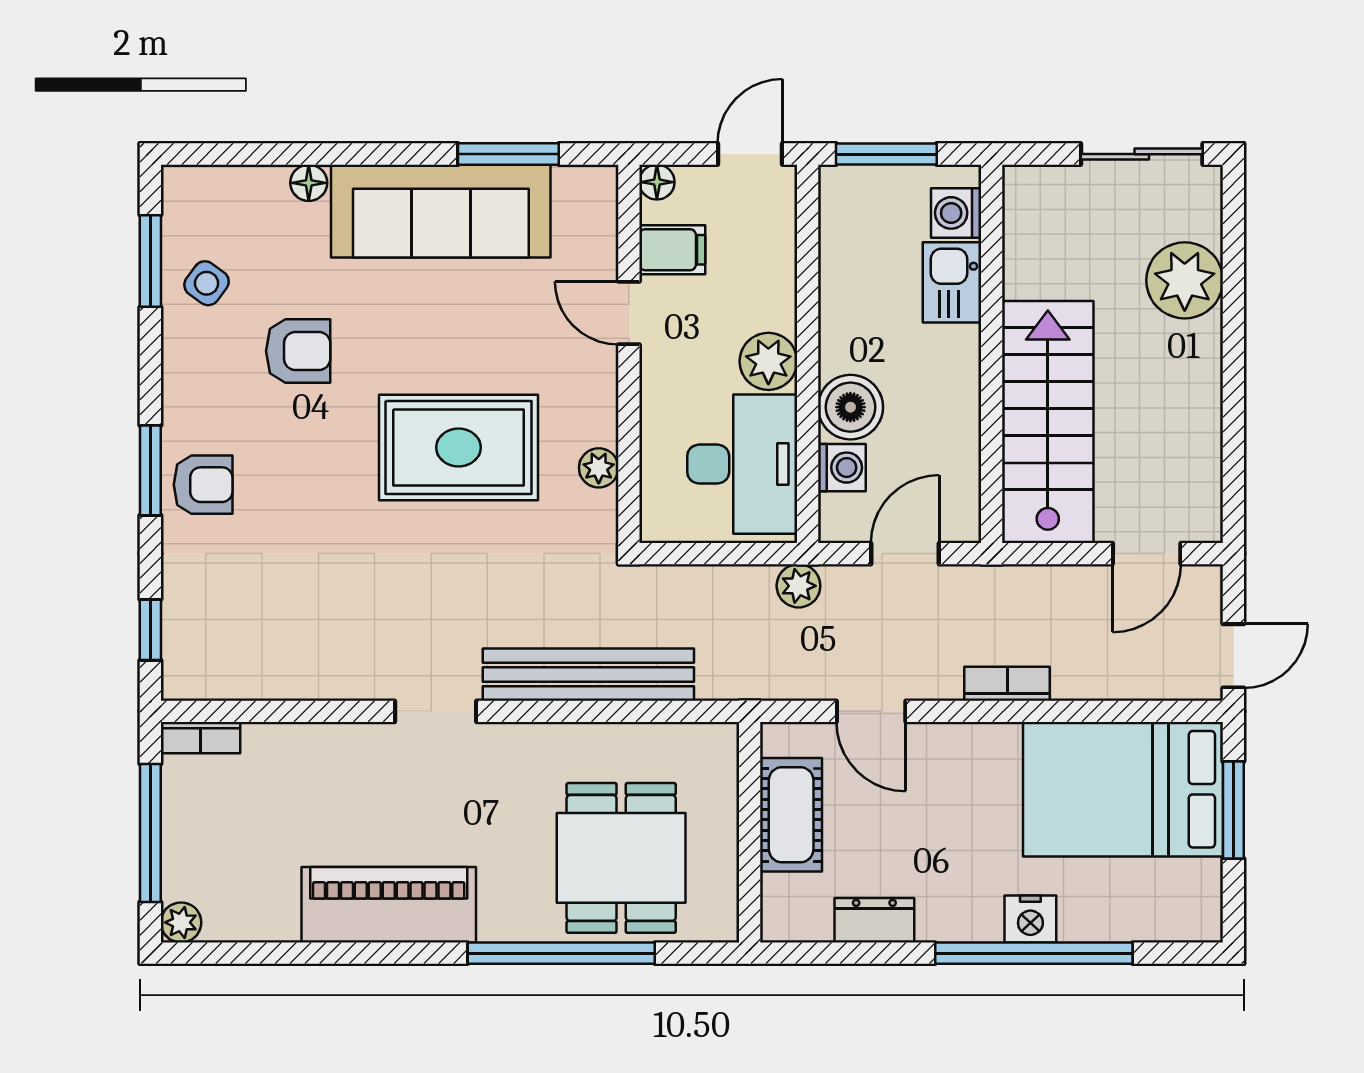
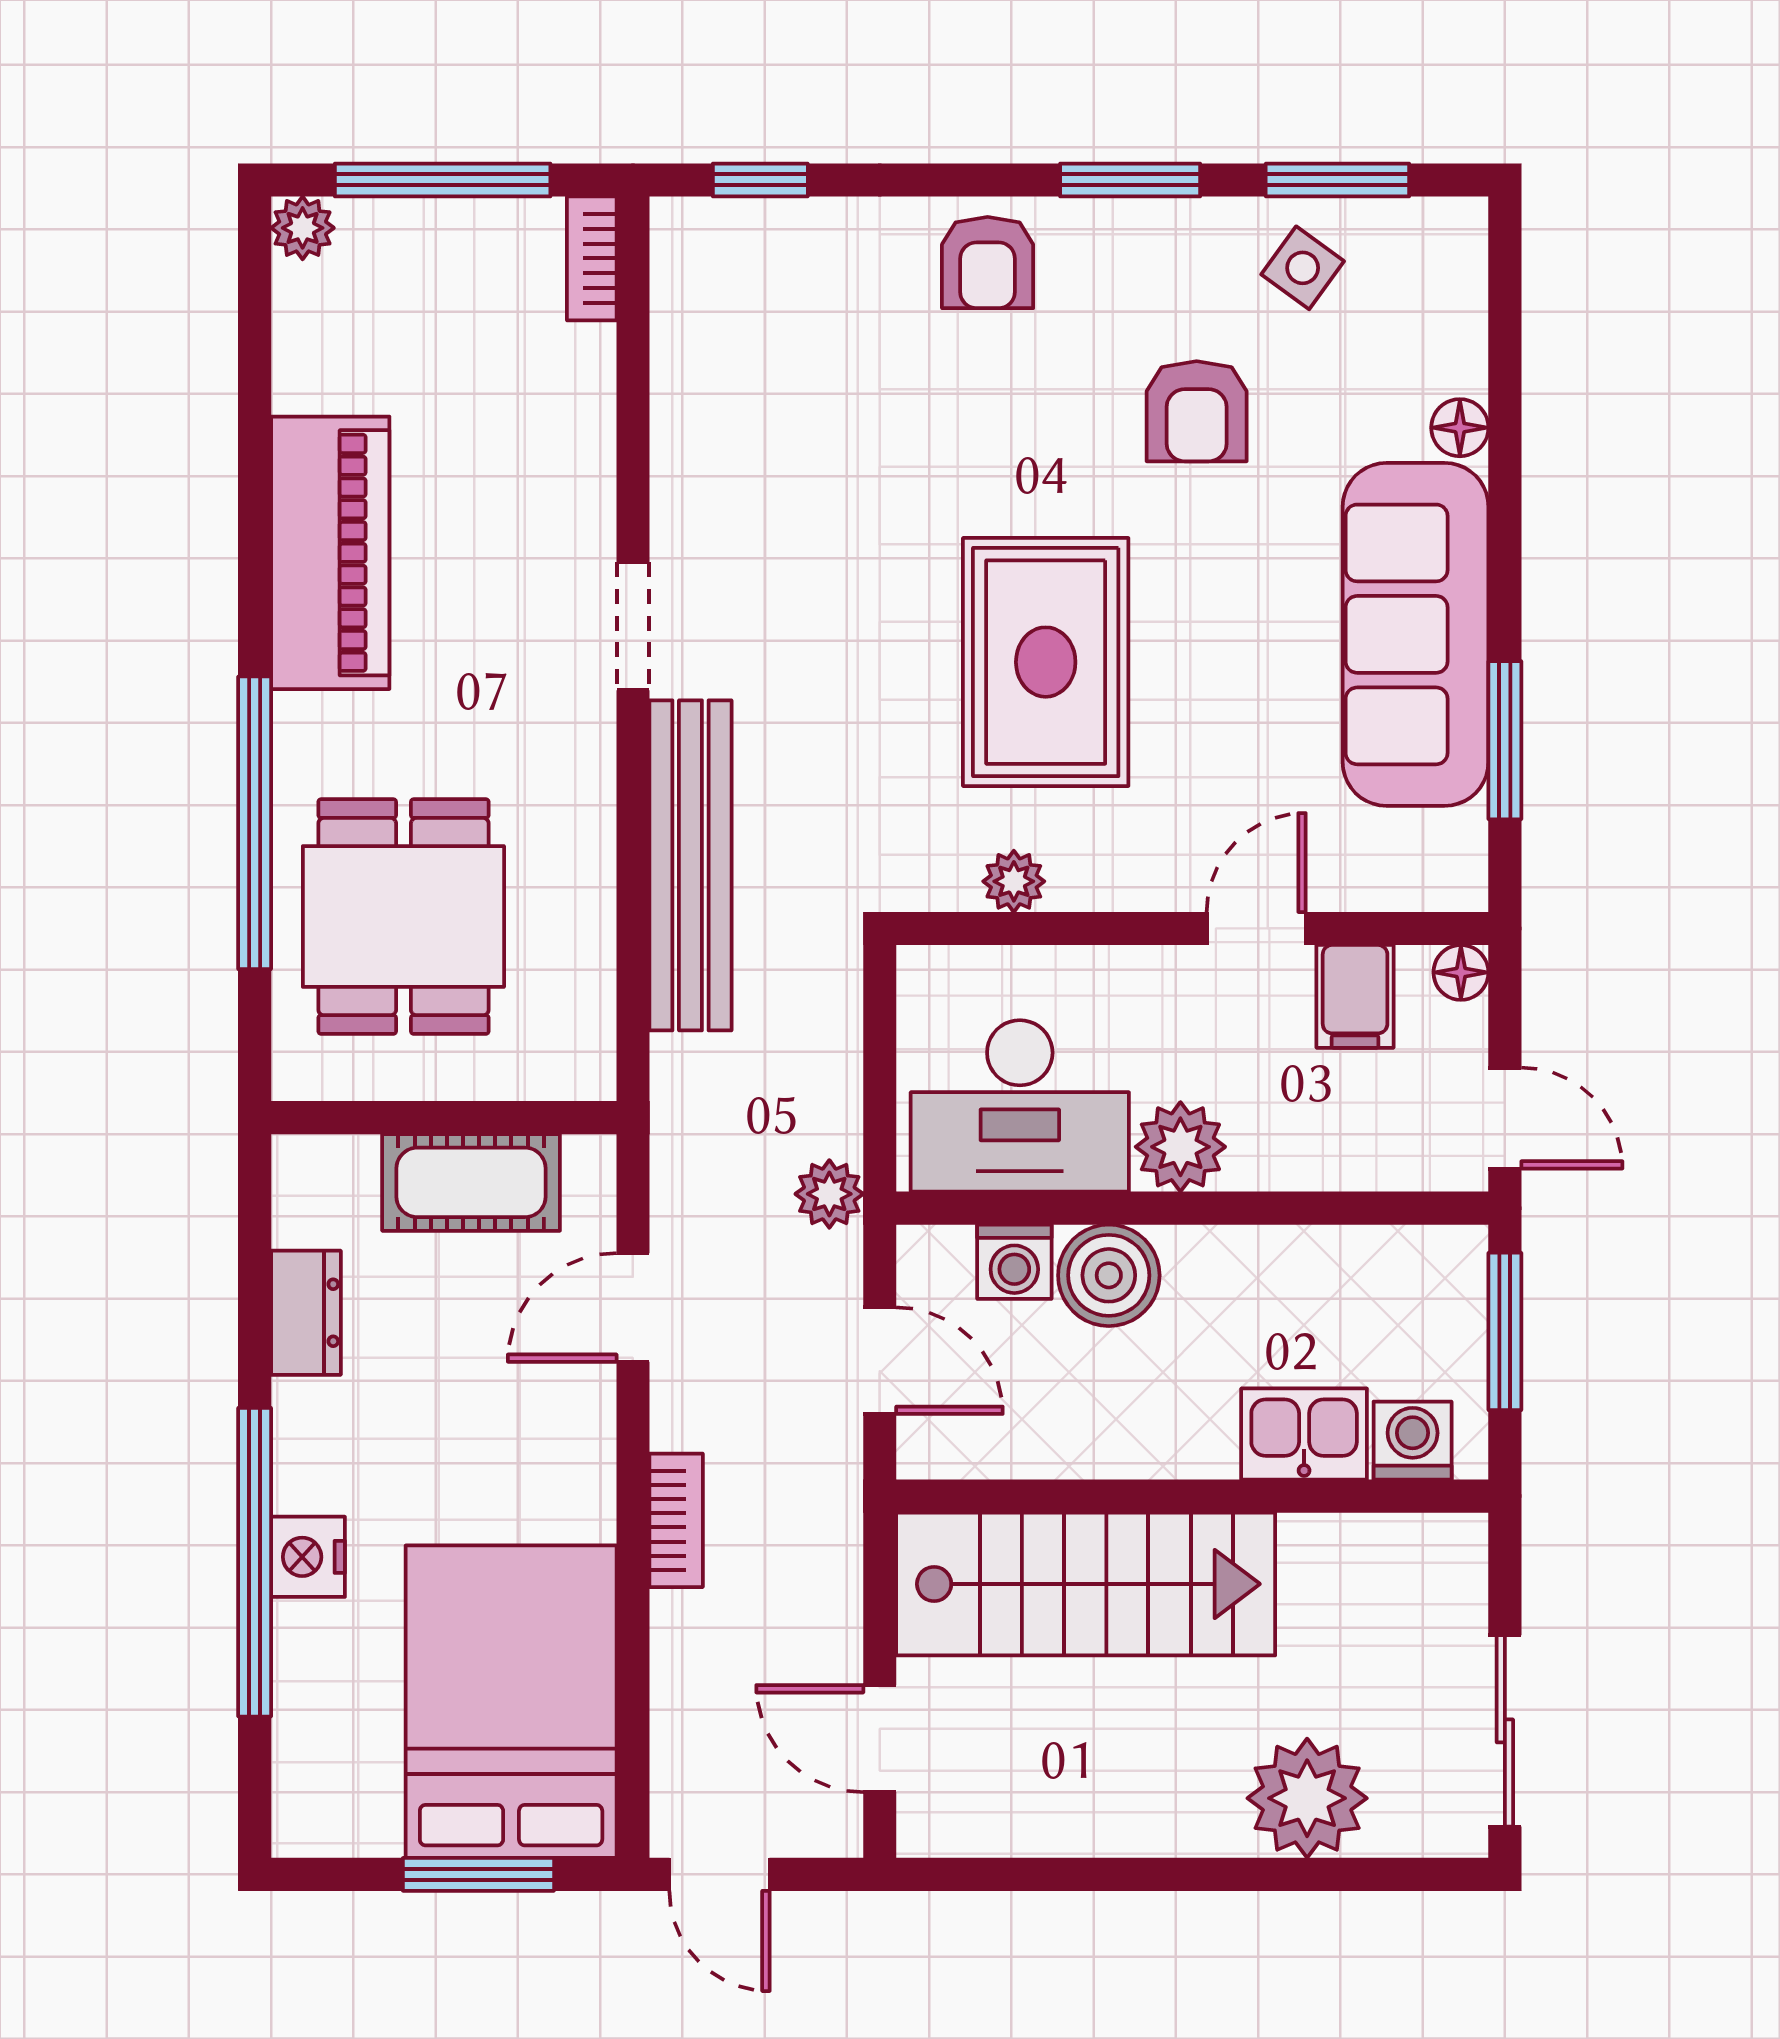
window: (150, 470) -> (1130, 180), moved
dining table: (621, 858) -> (403, 917), turned 90

